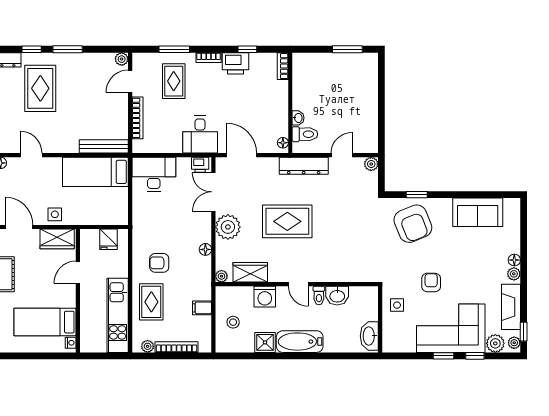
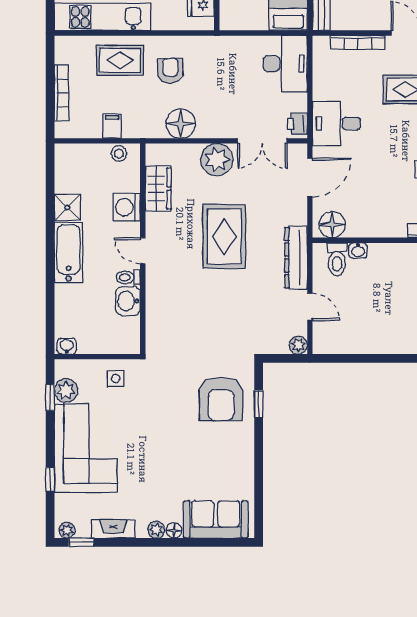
floor lamp: (283, 143) -> (332, 225), width x1.89, depth x1.89
double door: (213, 192) -> (262, 141), swing flipped
sofa: (478, 212) -> (216, 519), moved, turned 90
armchair: (413, 224) -> (221, 399), turned -68
floor lamp: (205, 249) -> (181, 124), width x1.89, depth x1.89
plant: (221, 276) -> (153, 151), removed
armchair: (431, 283) -> (145, 423), removed
door: (298, 284) -> (143, 251), hinge flipped
fireplace: (511, 307) -> (113, 529), width x0.73, depth x0.76
stool: (233, 322) -> (119, 154), moved
washbasin: (369, 336) -> (67, 346), width x0.52, depth x0.69
plant: (495, 343) -> (66, 390), moved
plant: (148, 346) -> (62, 56), removed
window: (443, 356) -> (50, 398), moved

